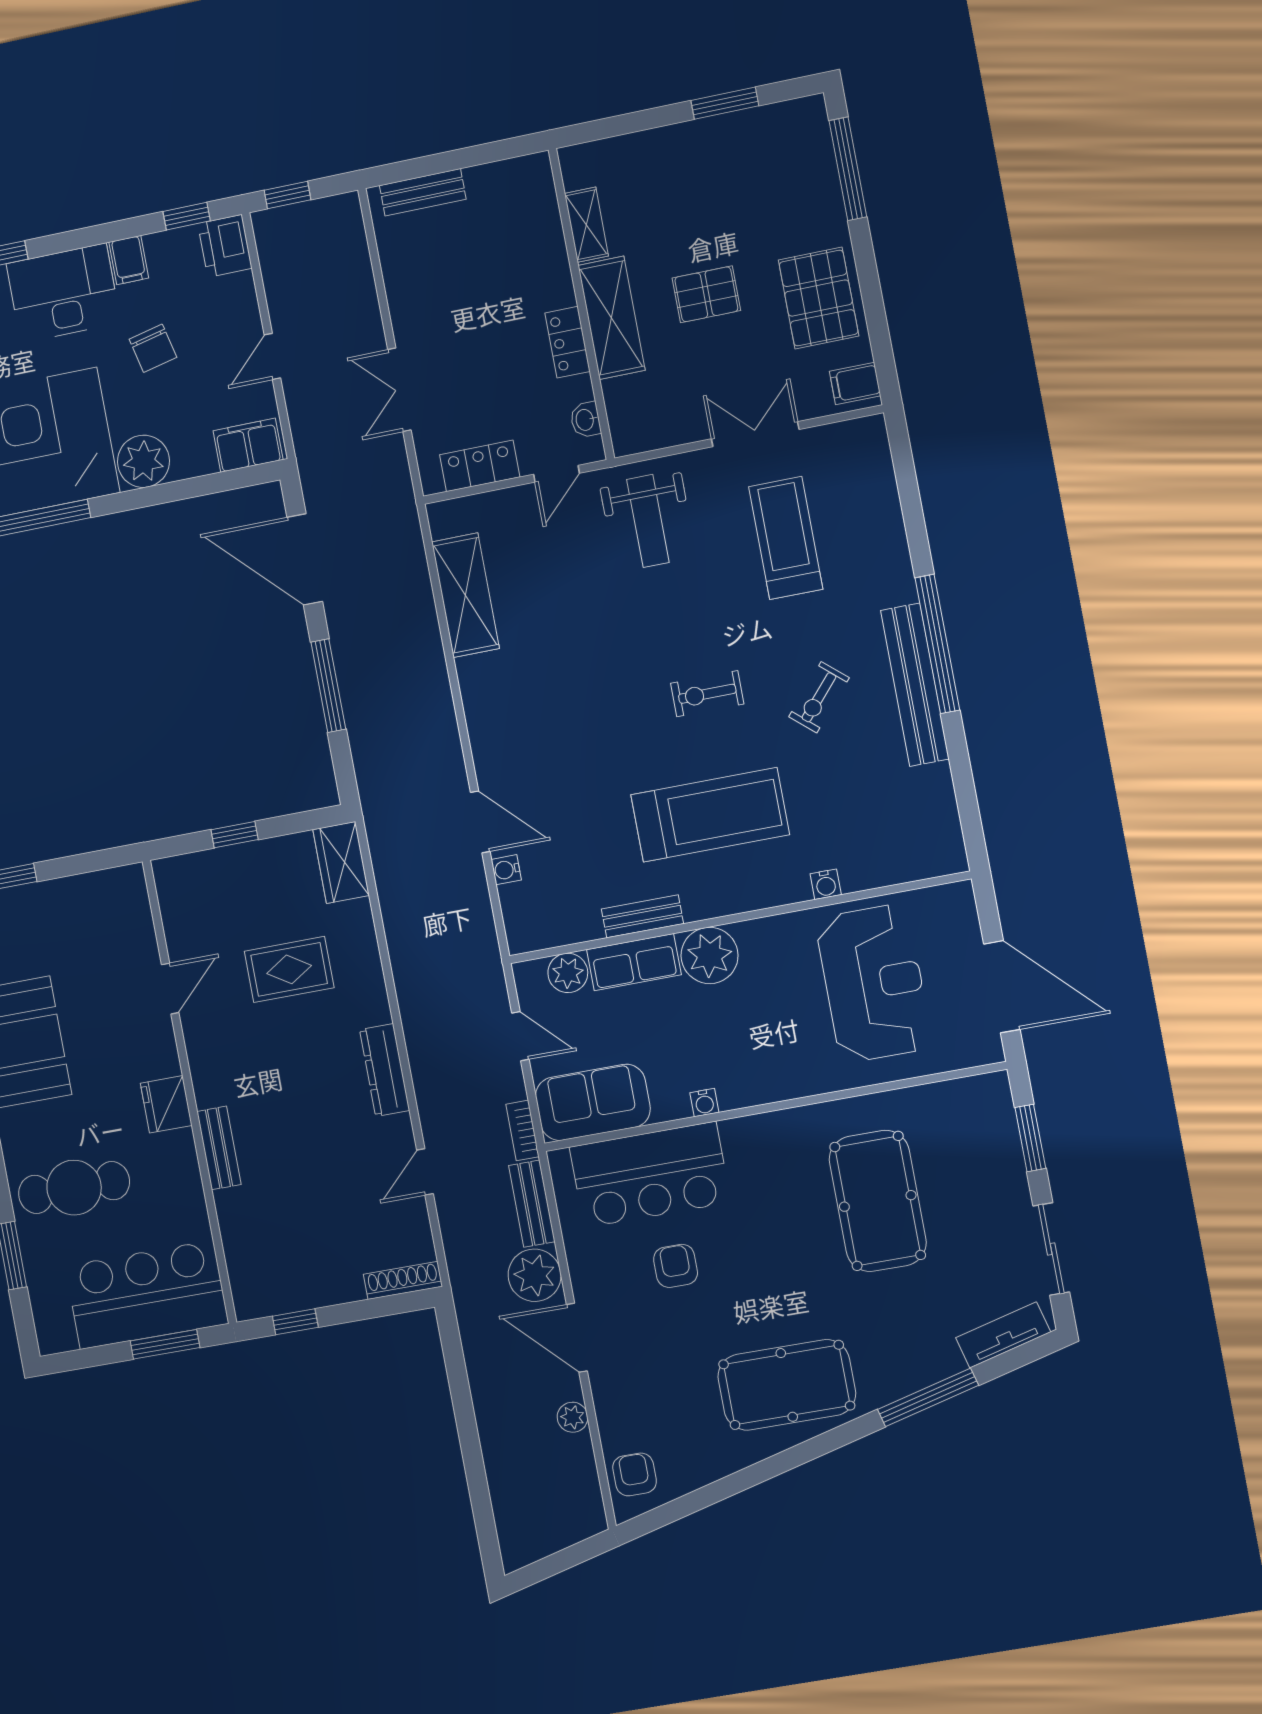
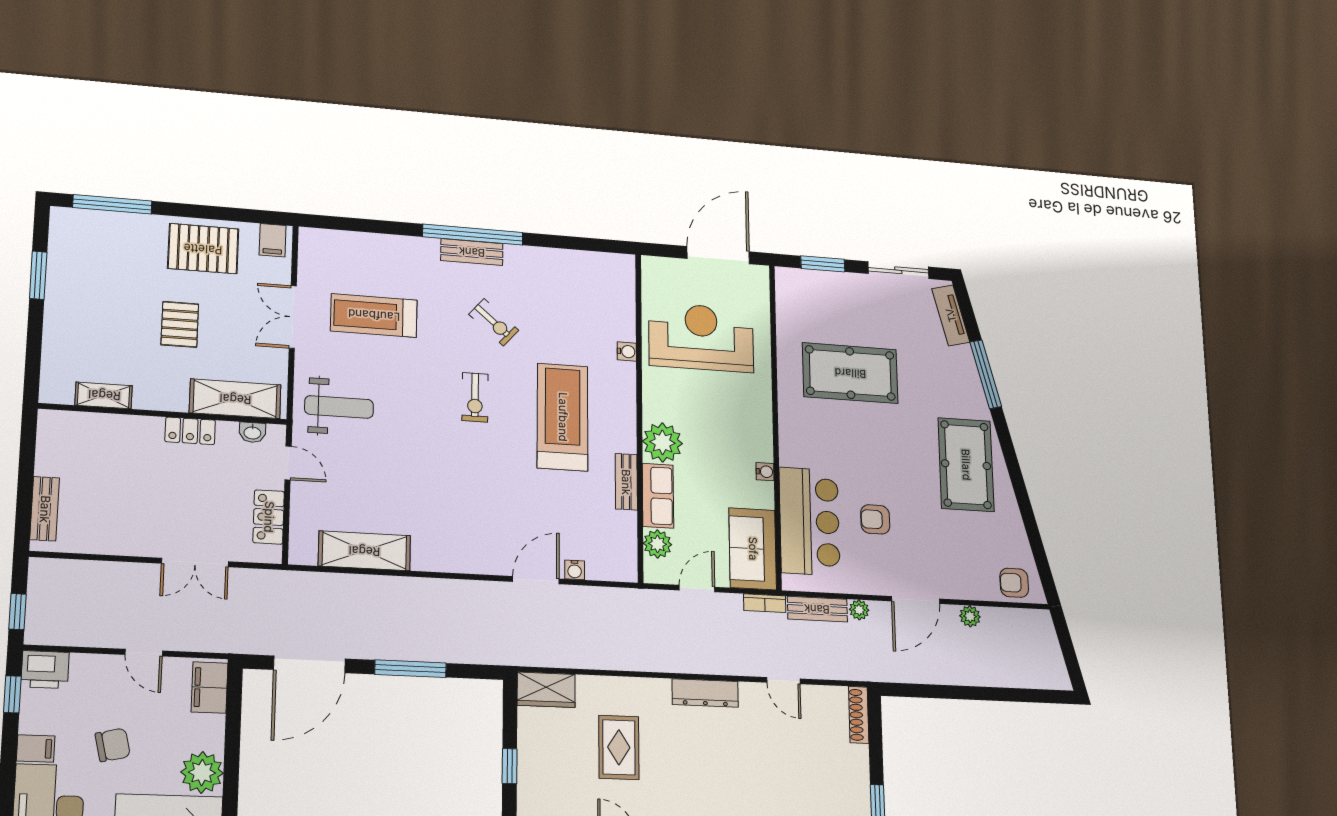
shelving: (612, 318) -> (235, 399), moved
bench: (915, 685) -> (472, 252), width x0.54, depth x0.82
plant: (535, 1275) -> (859, 610), width x0.53, depth x0.53

